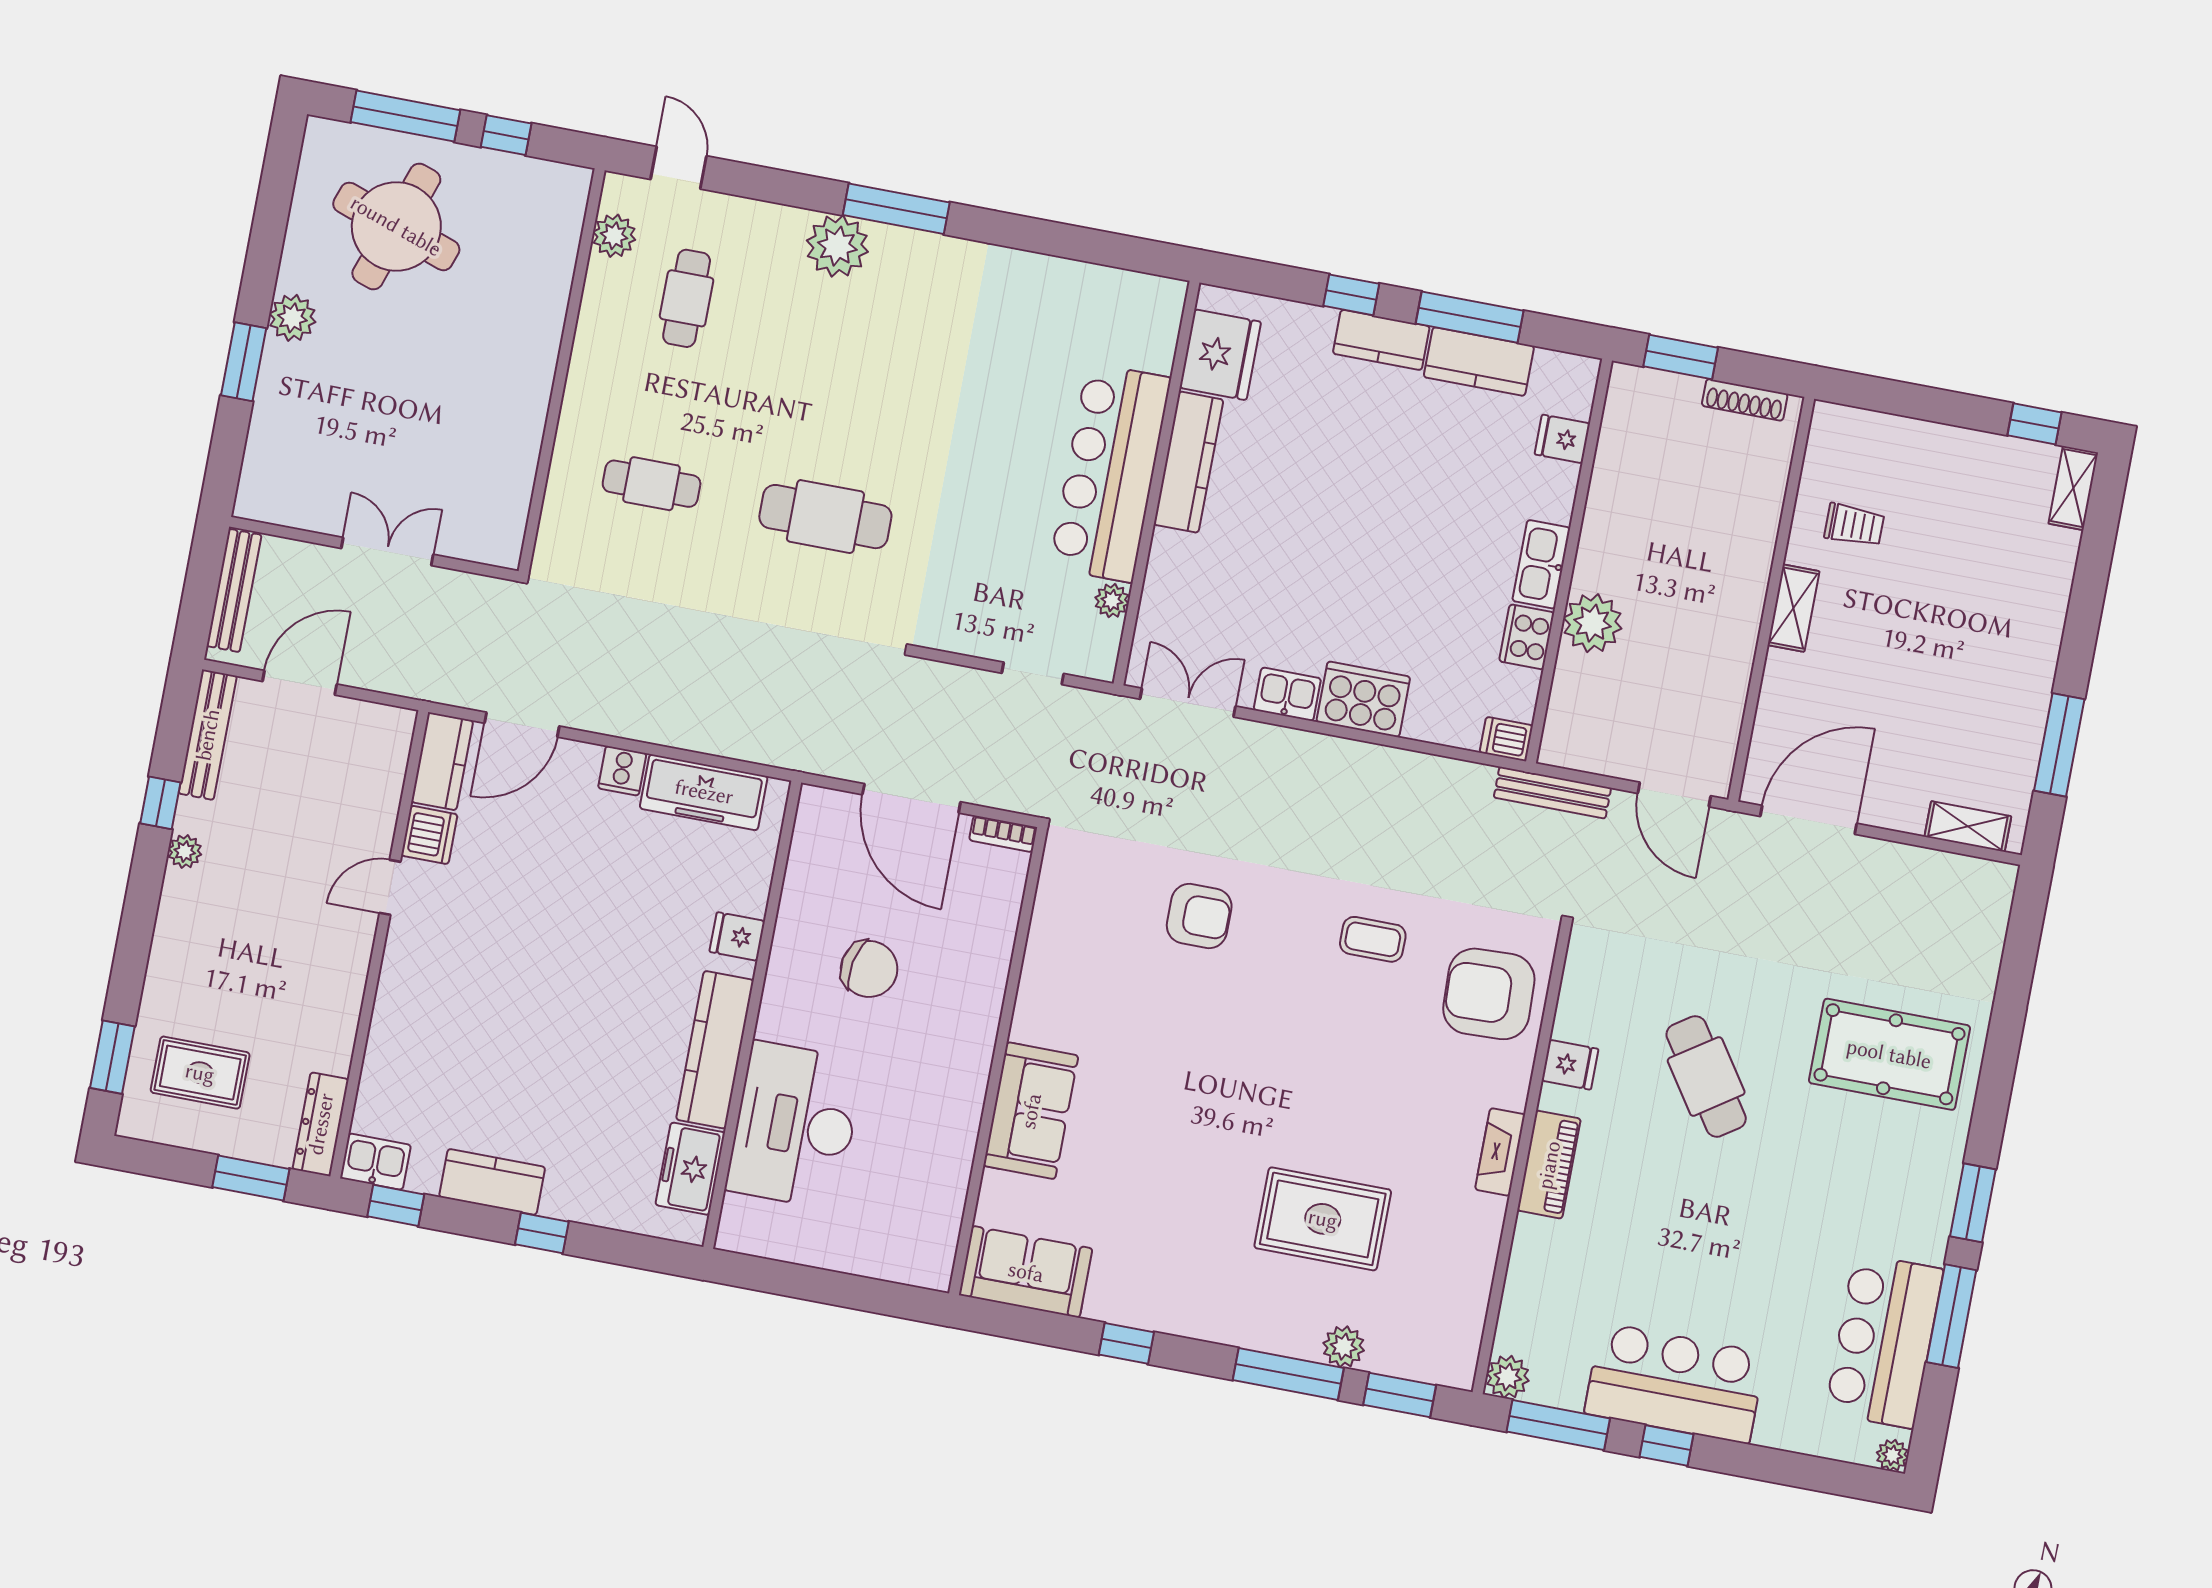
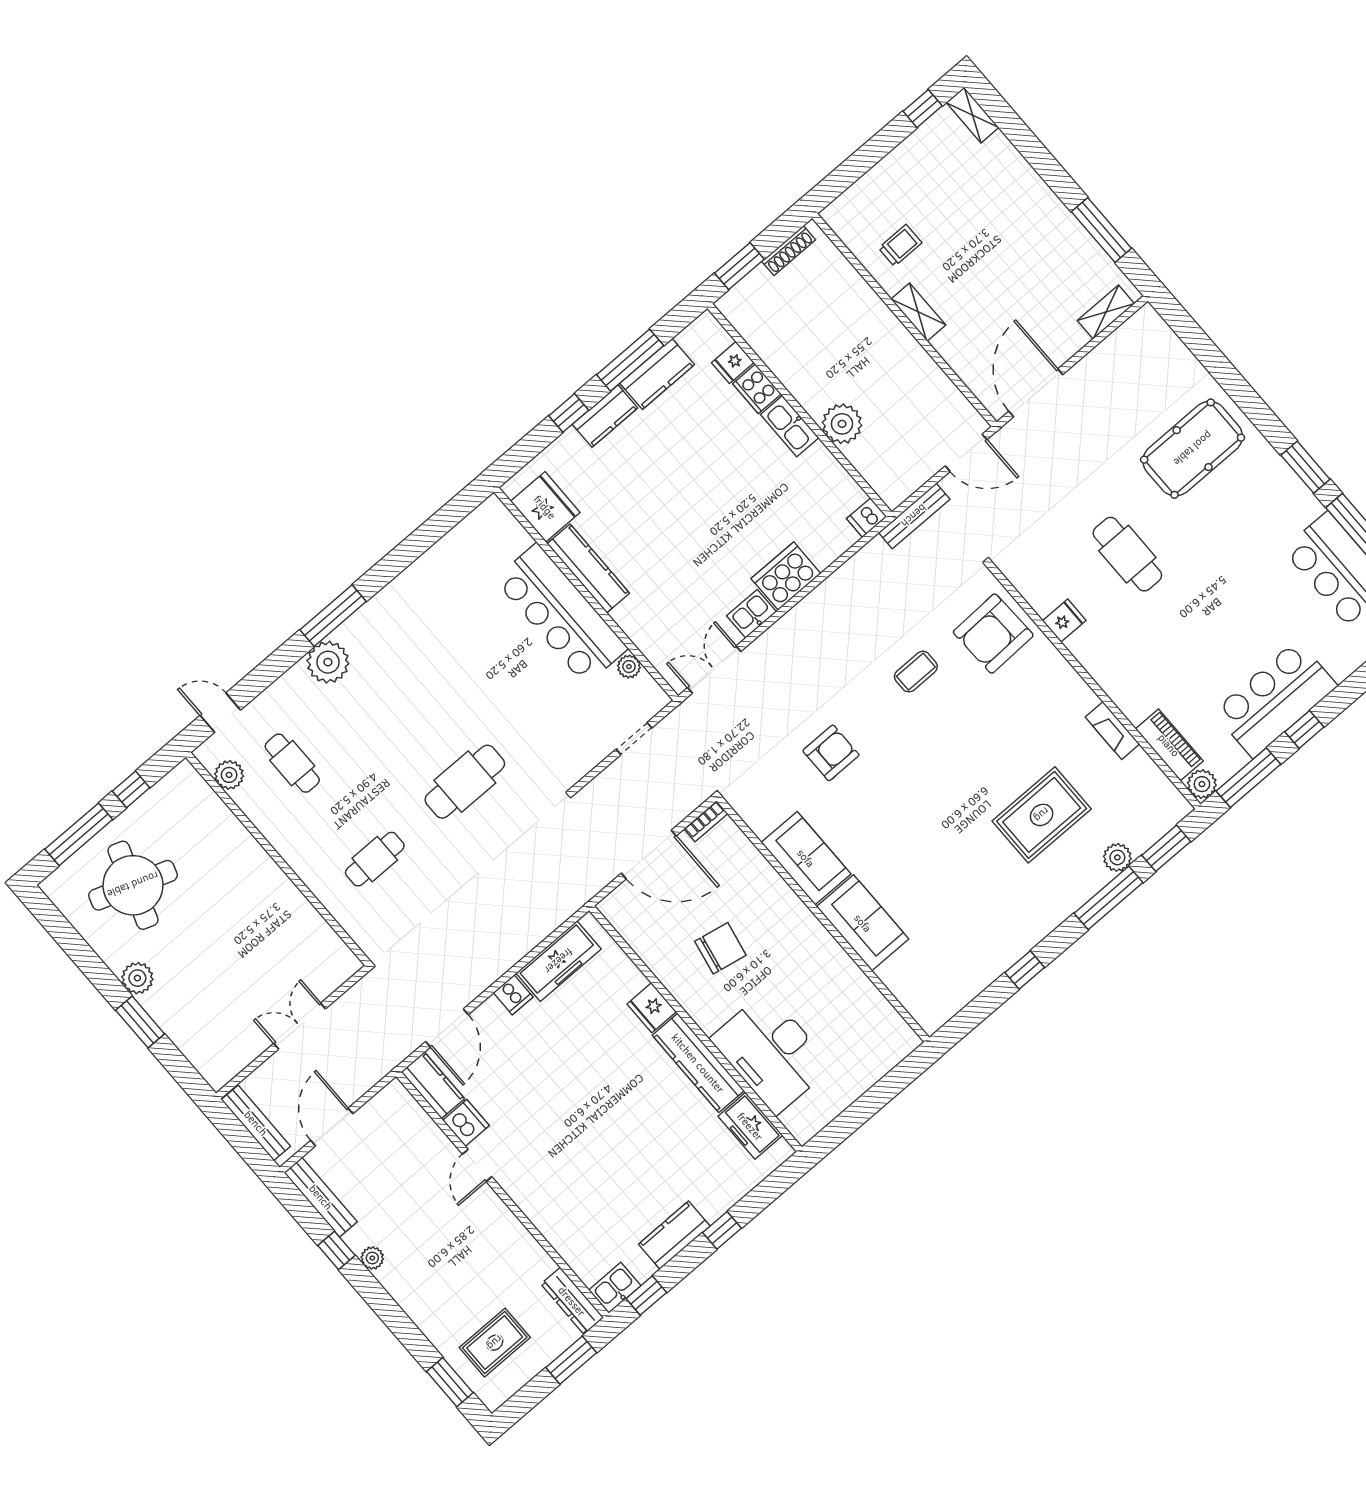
cooker: (1527, 637) -> (757, 389), moved
fridge: (737, 936) -> (652, 1008), width x1.38
cafe table: (1706, 1076) -> (1127, 554), turned 34
fireplace: (1500, 1152) -> (1112, 731), moved
piano: (1549, 1165) -> (1169, 745), moved
sofa: (1026, 1272) -> (806, 858), moved, turned 90

